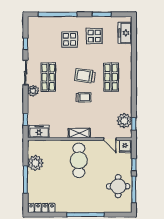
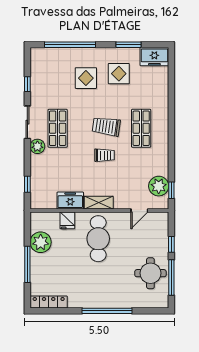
freezer: (125, 33) -> (154, 57), moved, turned -90
freezer: (39, 132) -> (70, 201), moved
door: (110, 139) -> (139, 210), hinge flipped
fridge: (125, 146) -> (67, 220), moved

